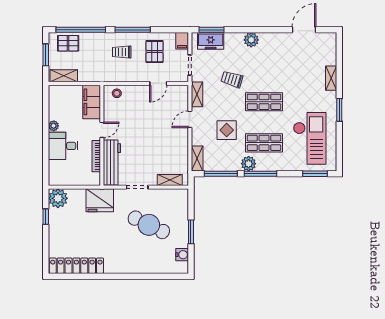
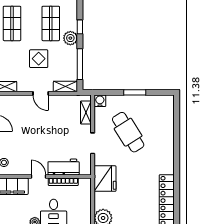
door: (190, 119) -> (41, 93), moved
workbench: (112, 163) -> (64, 167), width x0.73
window: (260, 174) -> (80, 27), width x0.46
cafe table: (149, 225) -> (128, 132), turned -58
water cooler: (182, 255) -> (100, 101), moved

